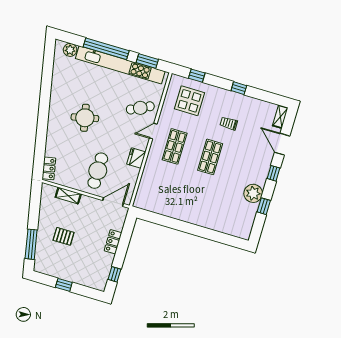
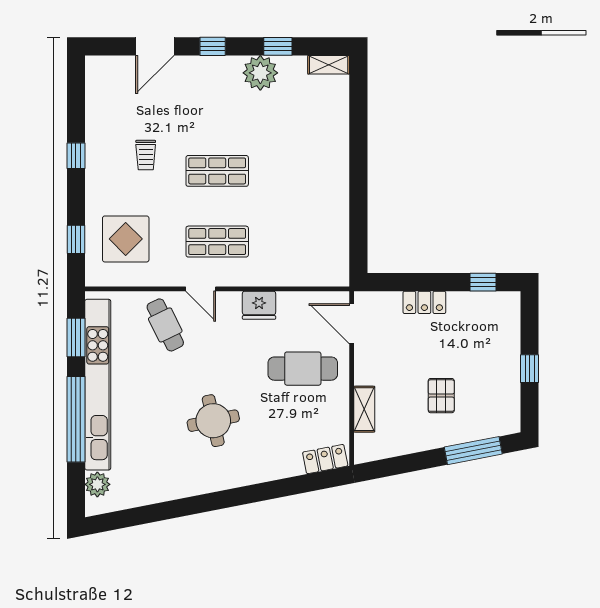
shelving: (280, 117) -> (329, 65), moved

